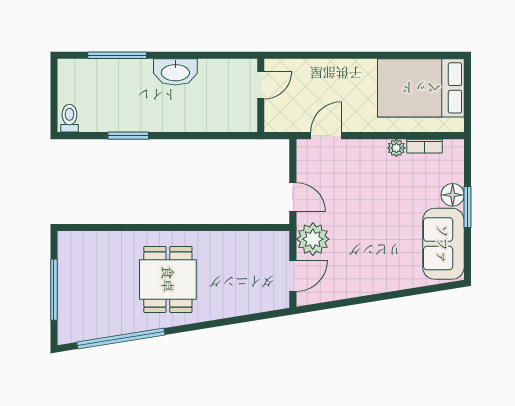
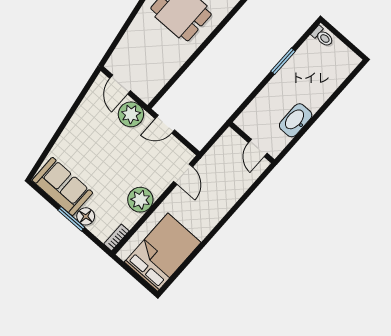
window: (117, 55) -> (334, 96), removed
door: (261, 85) -> (258, 148), moved
wall: (261, 95) -> (252, 143), moved
bookcase: (425, 146) -> (117, 237), moved
plant: (396, 148) -> (140, 200), width x1.88, depth x1.88

